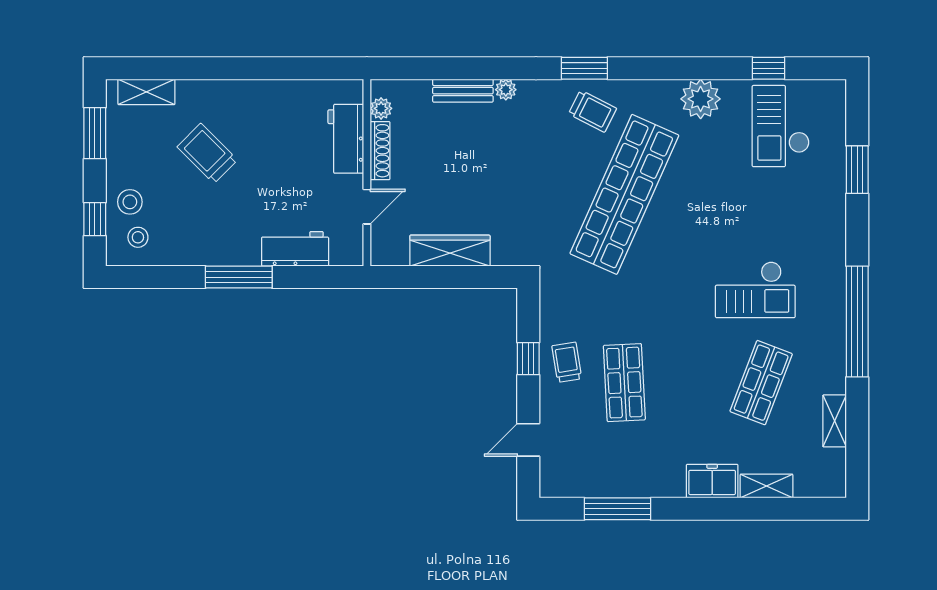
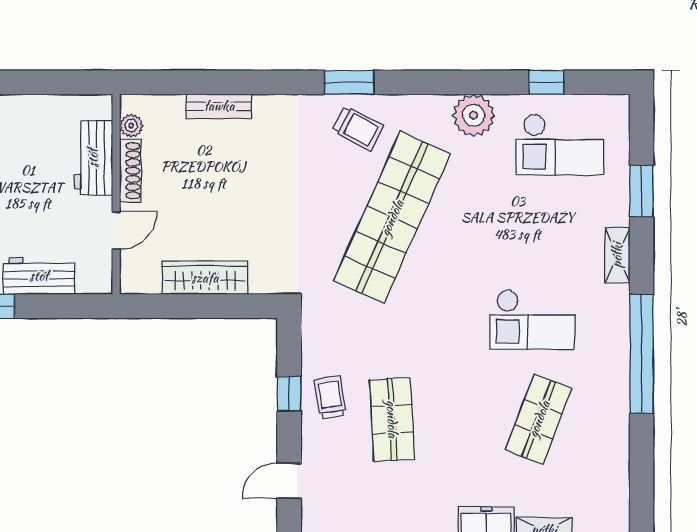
plant: (506, 90) -> (265, 105), removed
checkout: (781, 126) -> (560, 144), turned -90
shelving: (835, 421) -> (617, 255), moved

